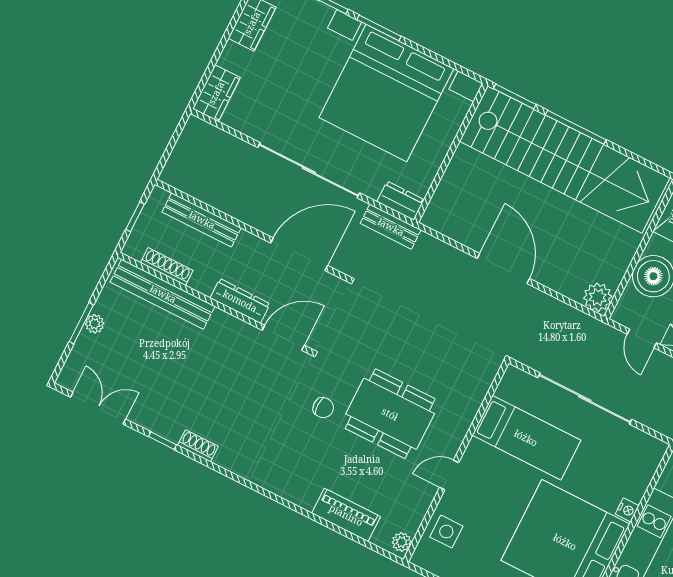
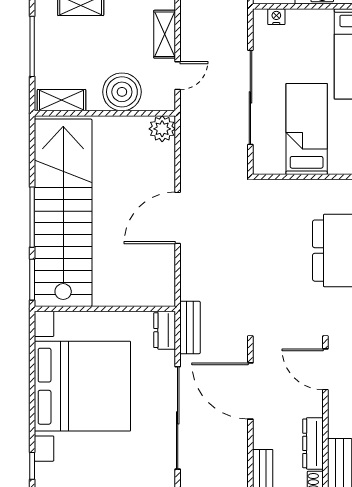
window: (379, 28) -> (32, 419), removed
dresser: (240, 301) -> (313, 443), moved
nightstand: (627, 510) -> (276, 17), moved

